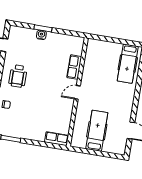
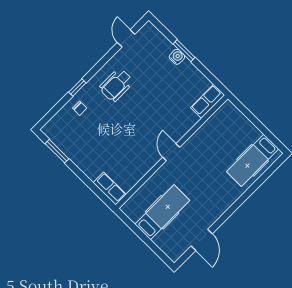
row of seats: (74, 67) -> (208, 101), moved
door: (77, 92) -> (171, 152), hinge flipped

